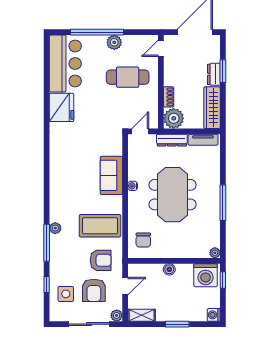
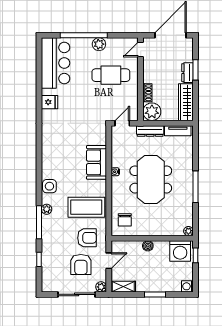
fridge: (62, 107) -> (49, 102), width x0.53, depth x0.75
side table: (66, 294) -> (49, 186), moved

